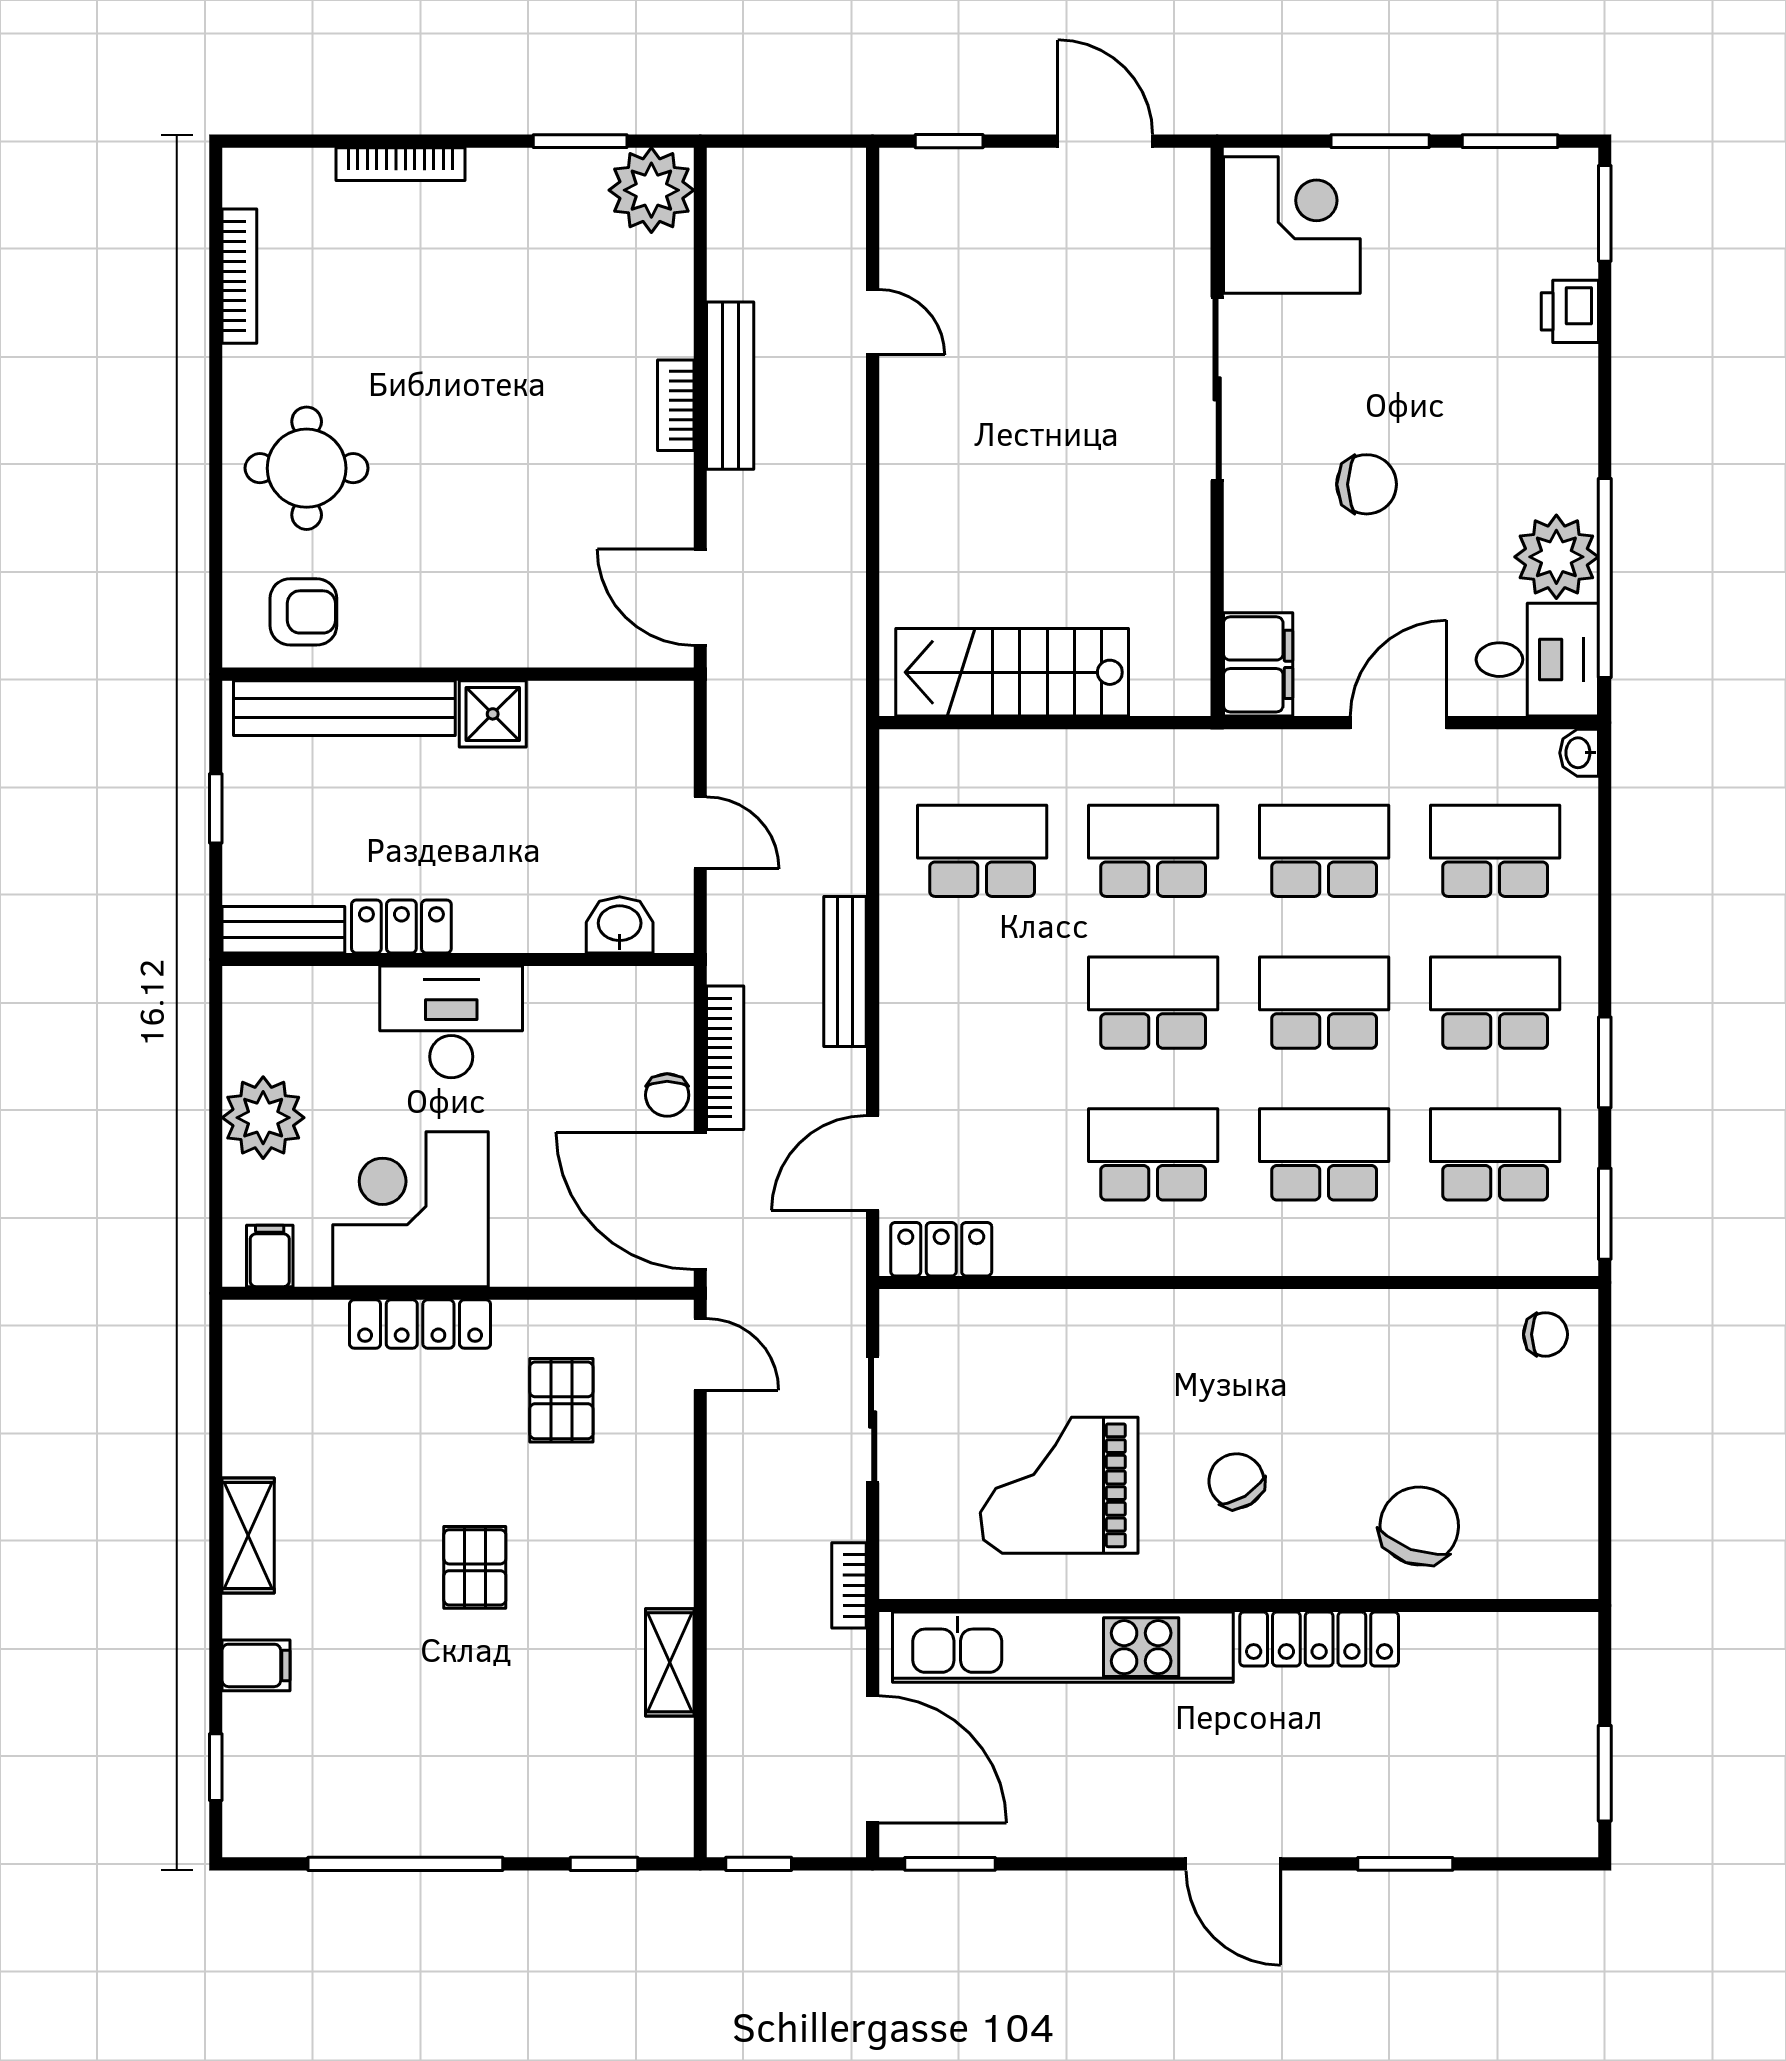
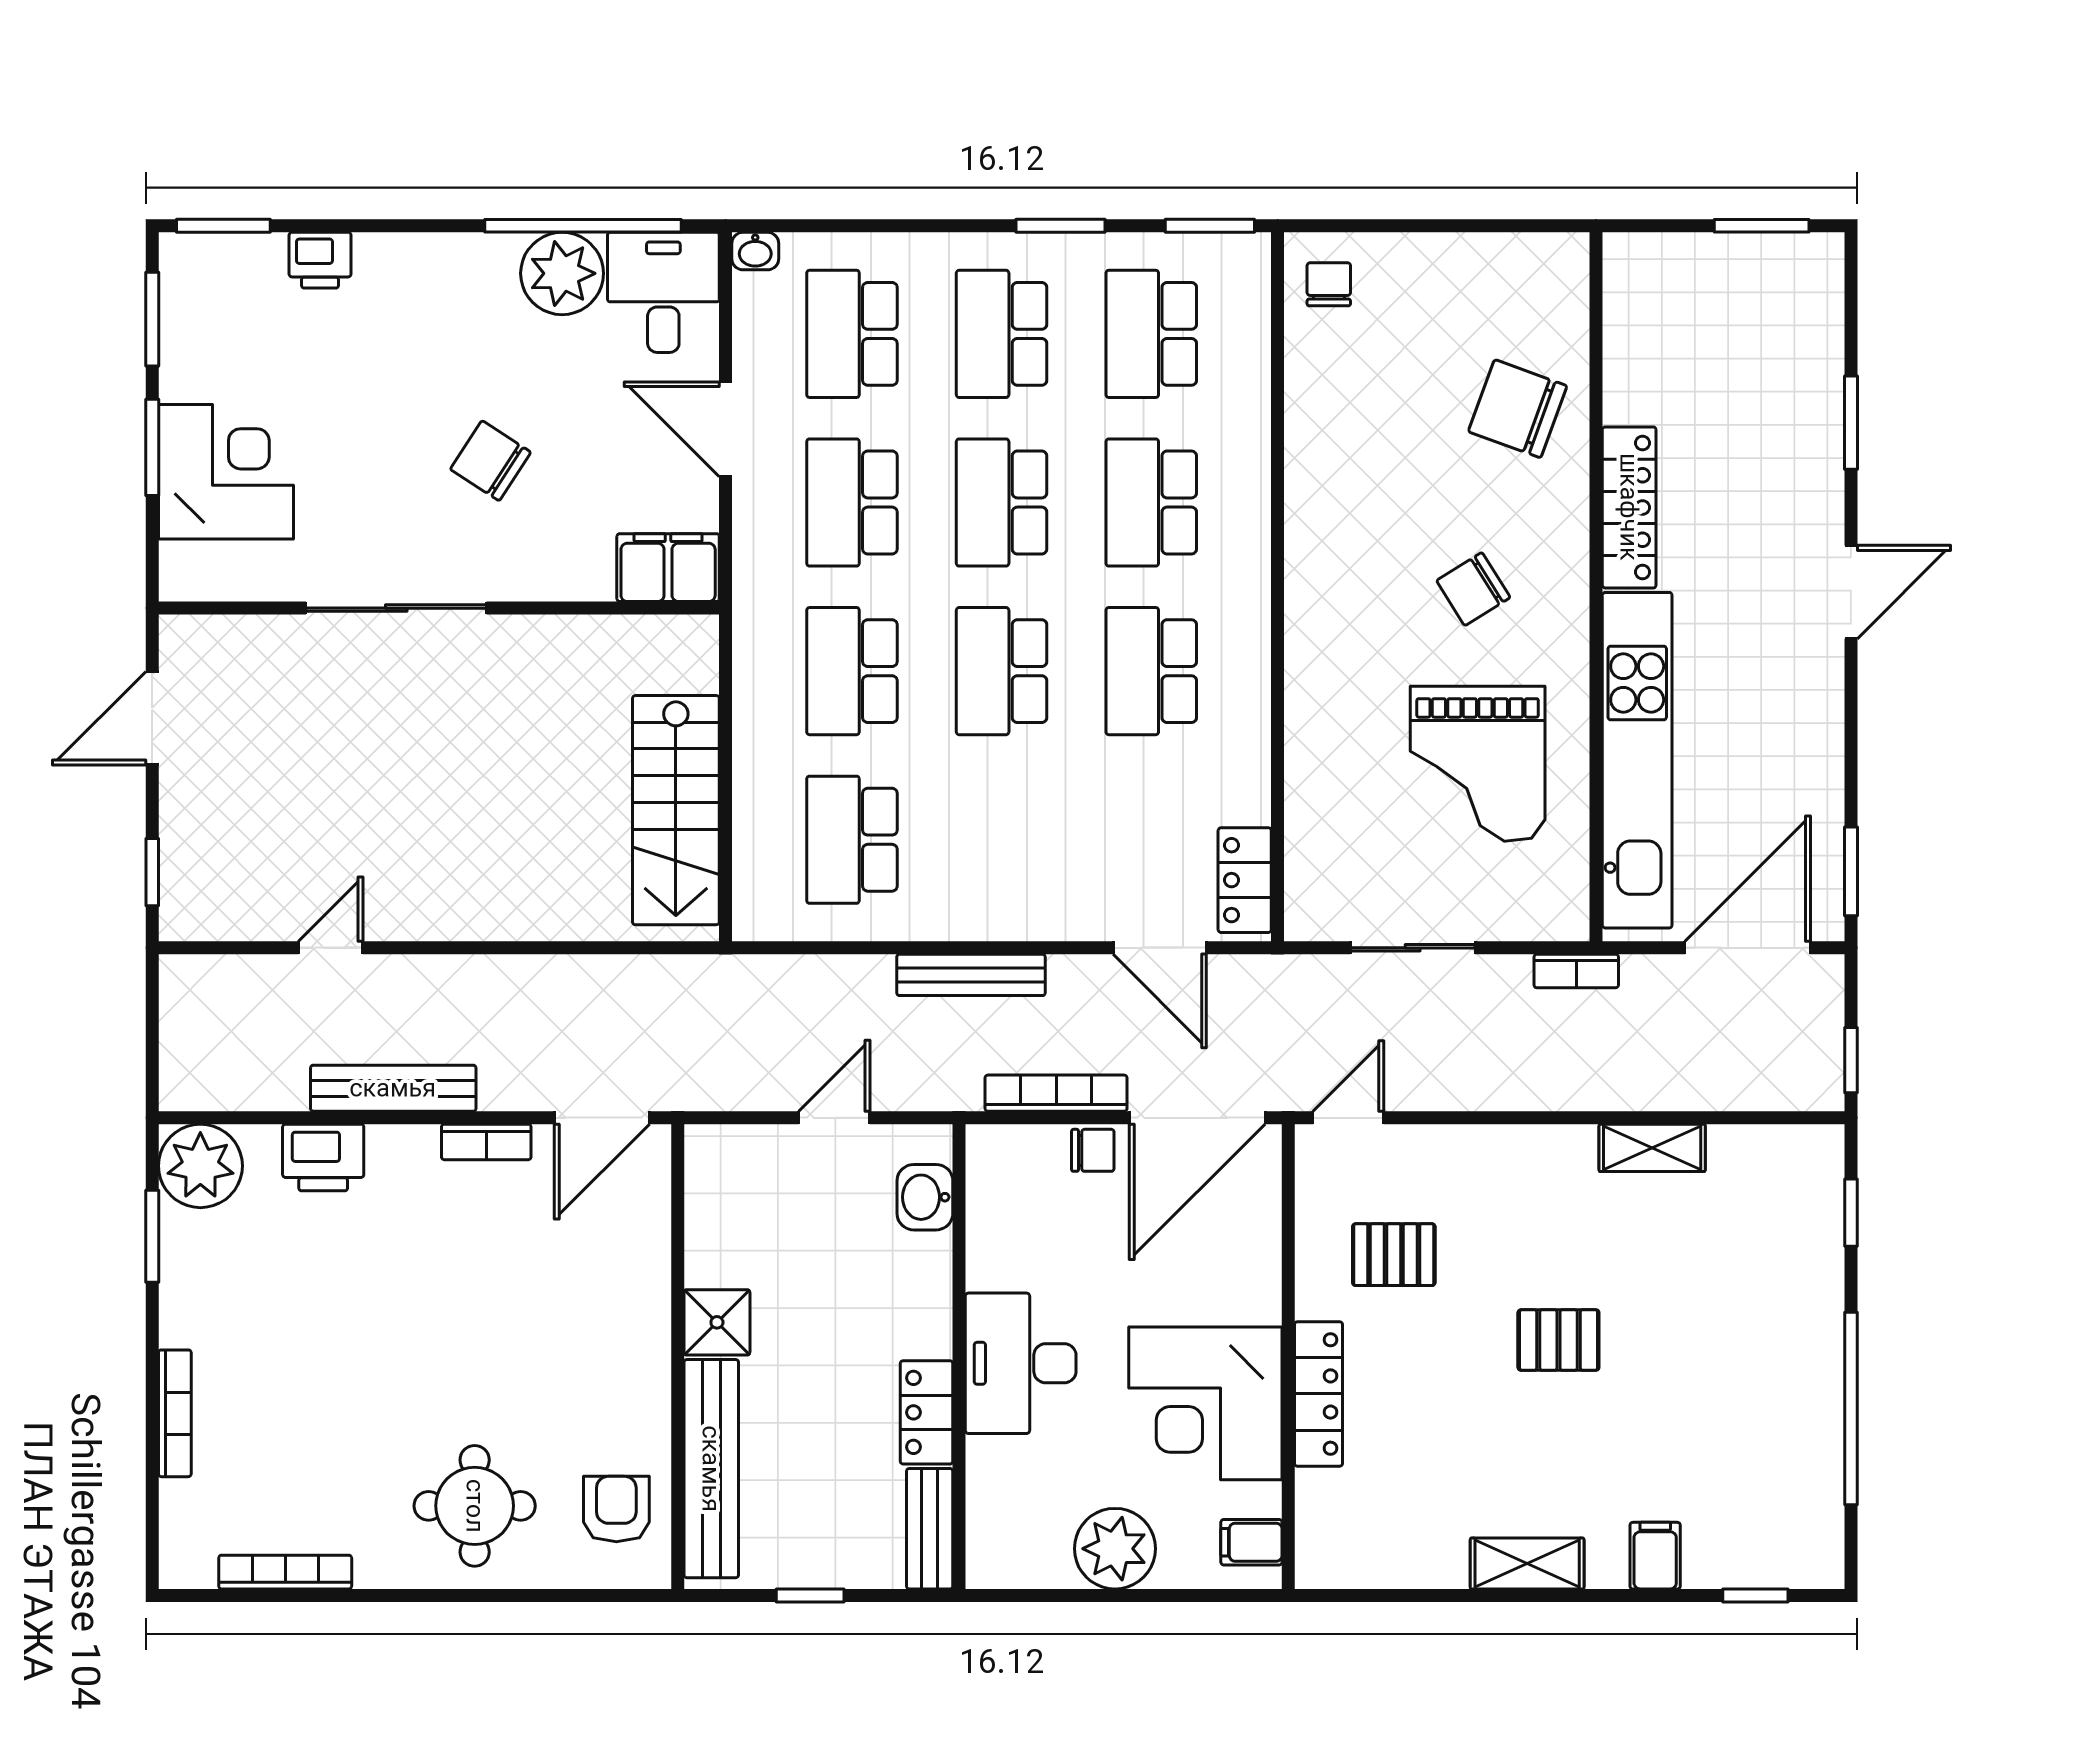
corner desk: (1292, 225) -> (226, 472), moved, turned 90
printer: (660, 315) -> (323, 1157), added
bookcase: (676, 405) -> (486, 1142), moved
chair: (1367, 484) -> (490, 461), turned -57

